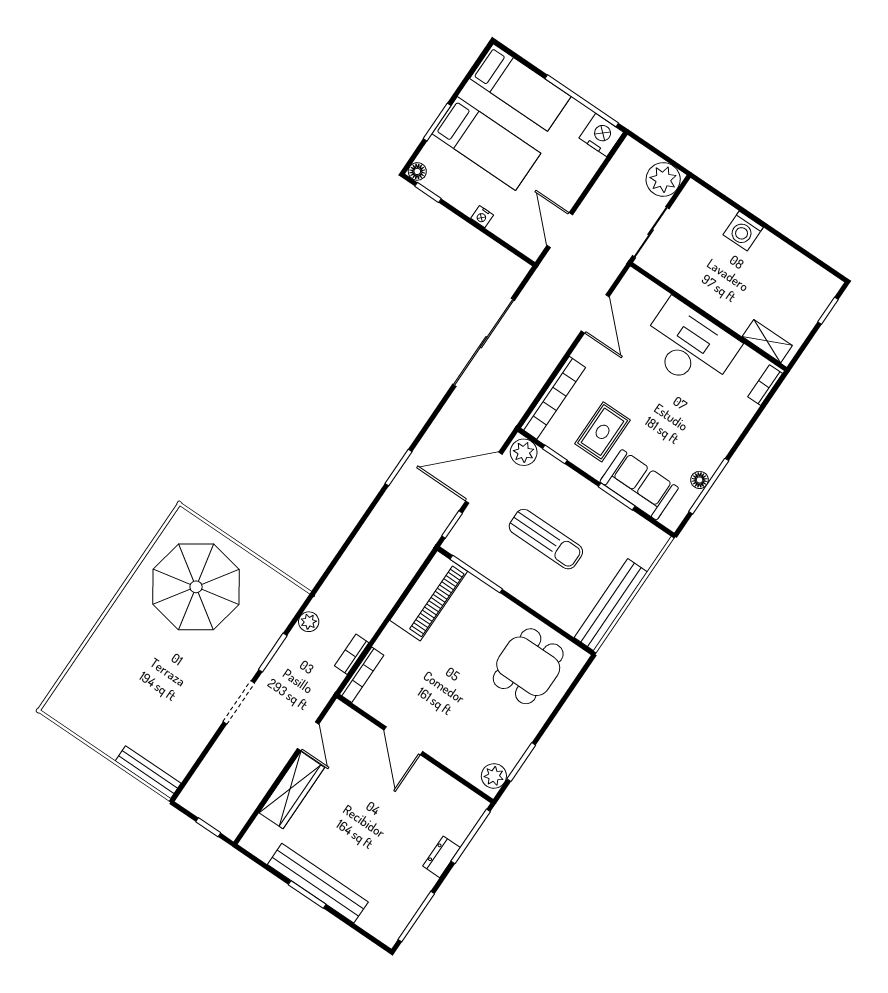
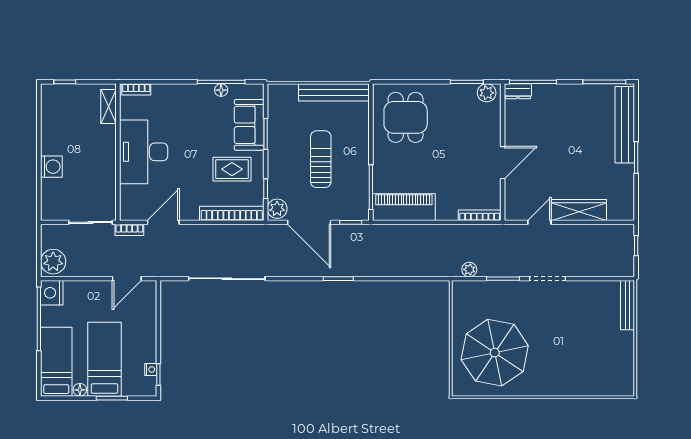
floor lamp: (417, 171) -> (80, 390), moved
plant: (663, 179) -> (53, 262), moved
nightstand: (482, 217) -> (151, 369), moved
bookcase: (352, 654) -> (129, 230), moved
dining table: (528, 666) -> (406, 117), turned 90
dresser: (441, 857) -> (518, 91), moved
bench: (318, 883) -> (625, 125), moved

